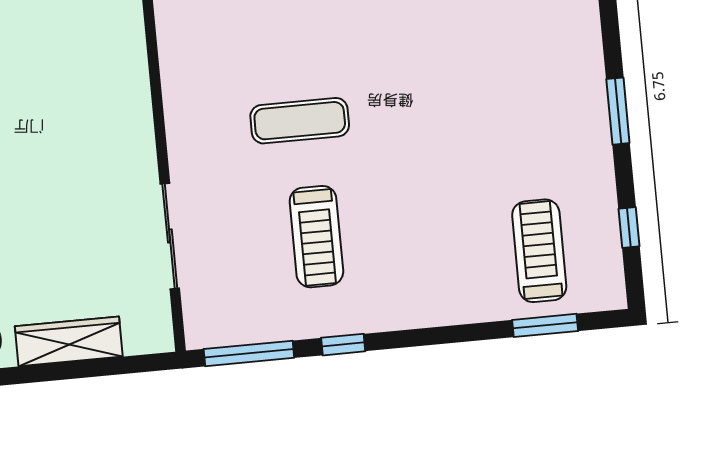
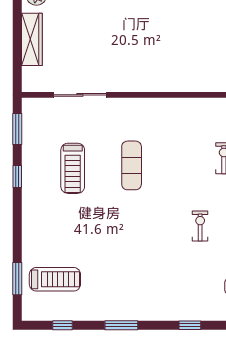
treadmill: (316, 237) -> (73, 168), turned -90
window: (249, 353) -> (17, 129), width x0.69

